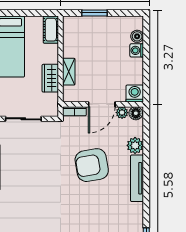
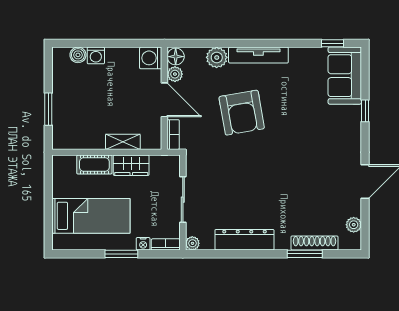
cot: (51, 30) -> (94, 165), moved

